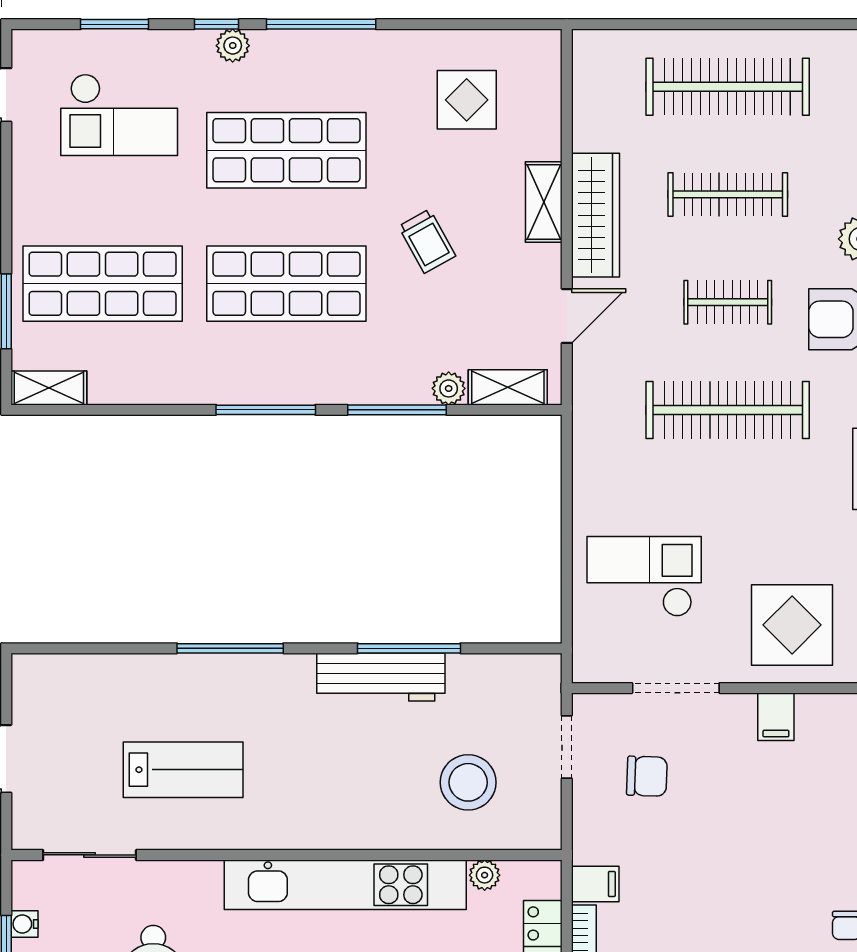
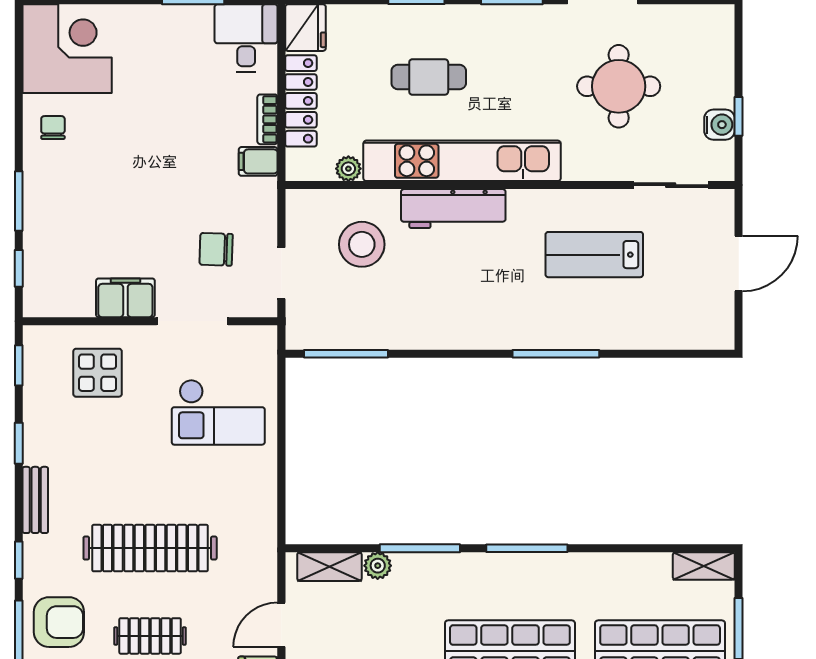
display table: (792, 625) -> (98, 373), width x0.73, depth x0.73
window: (409, 648) -> (346, 354), moved
workbench: (381, 677) -> (453, 209), moved, turned 180
filing cabinet: (776, 717) -> (125, 298), width x2.00
water cooler: (24, 924) -> (719, 125), width x1.38, depth x1.38

